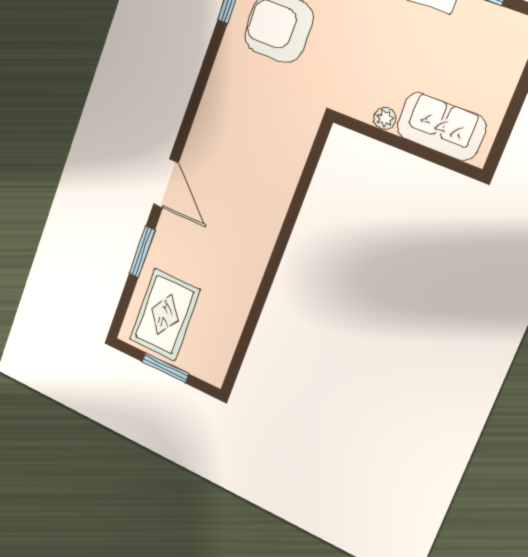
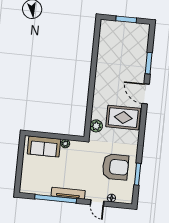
plant: (298, 141) -> (96, 126), added
rug: (165, 315) -> (123, 118), moved, turned 90

